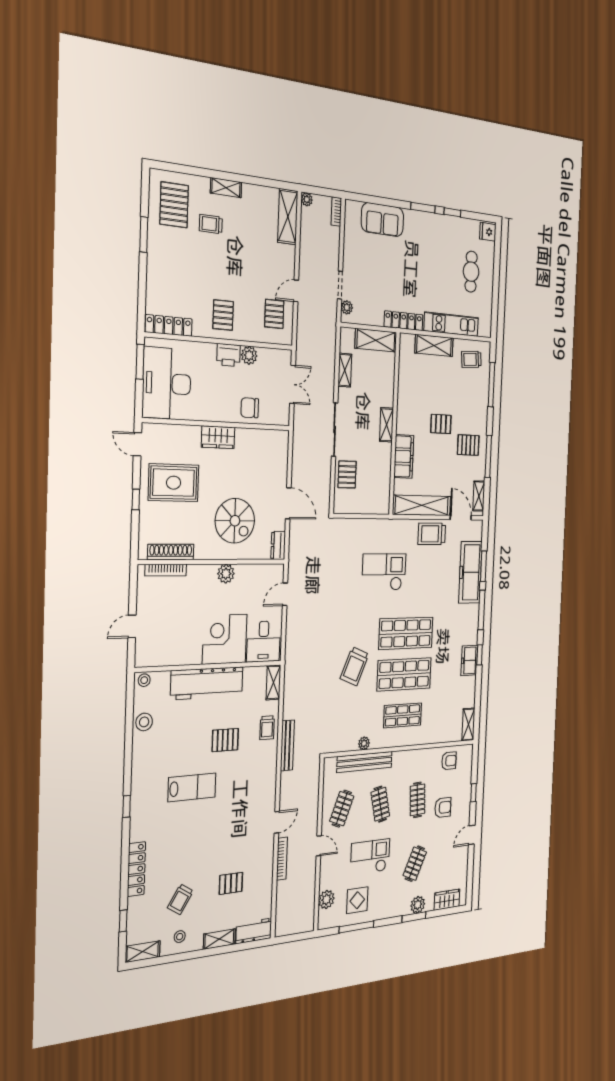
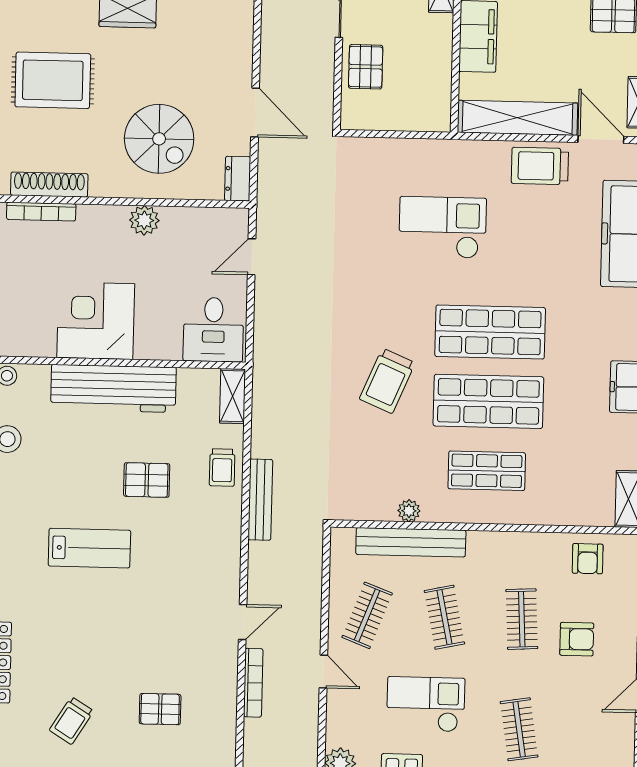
corner desk: (225, 639) -> (96, 321), moved
armchair: (449, 761) -> (588, 559), turned 90
clothes rail: (415, 864) -> (519, 729), turned -33

